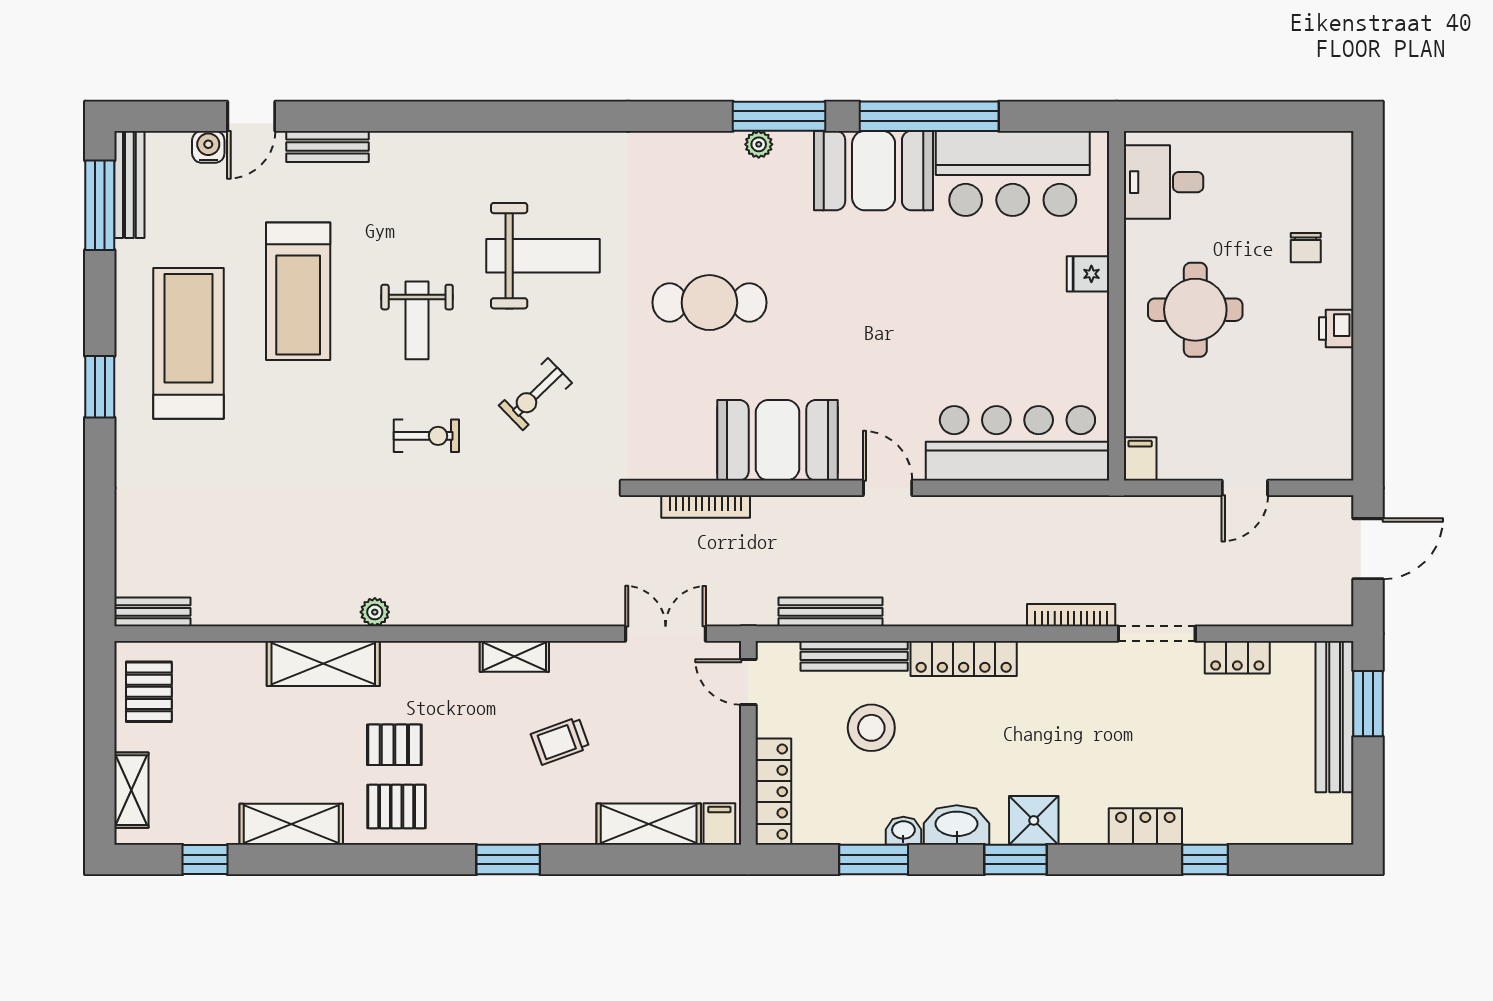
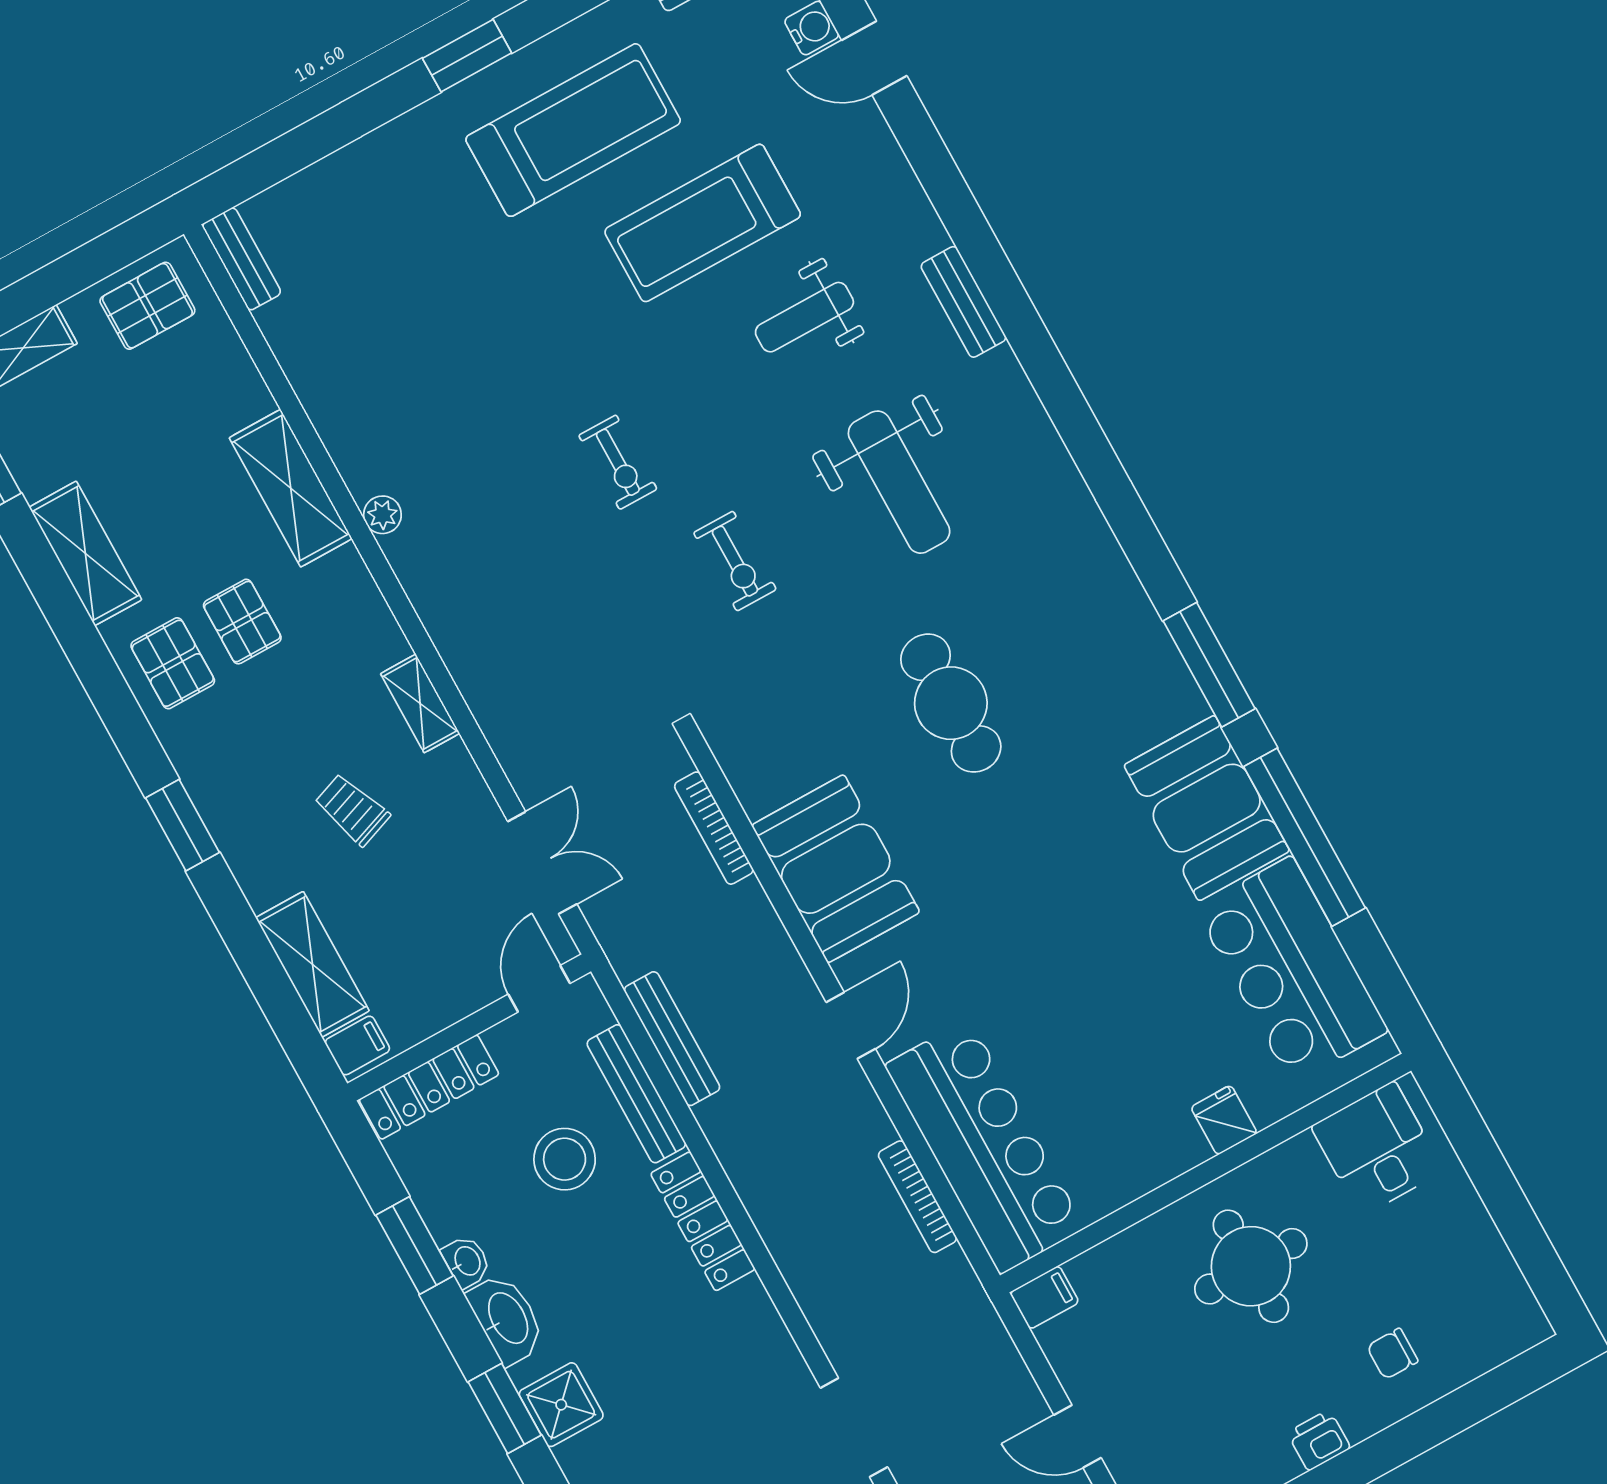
plant: (759, 144) -> (1164, 659), removed
bench: (328, 146) -> (963, 302), moved
weight bench: (417, 320) -> (804, 317), moved
exercise bike: (535, 394) -> (735, 561), turned -136
bookcase: (1071, 615) -> (917, 1197), moved, turned 180

